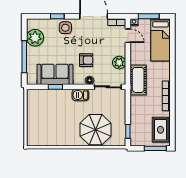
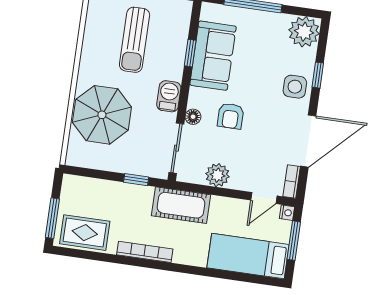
plant: (35, 38) -> (304, 32), moved
sun lounger: (53, 118) -> (135, 40), added
window: (128, 131) -> (136, 180), moved

